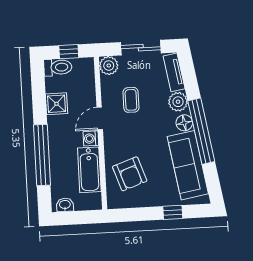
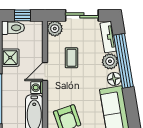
window: (201, 131) -> (124, 61), moved

